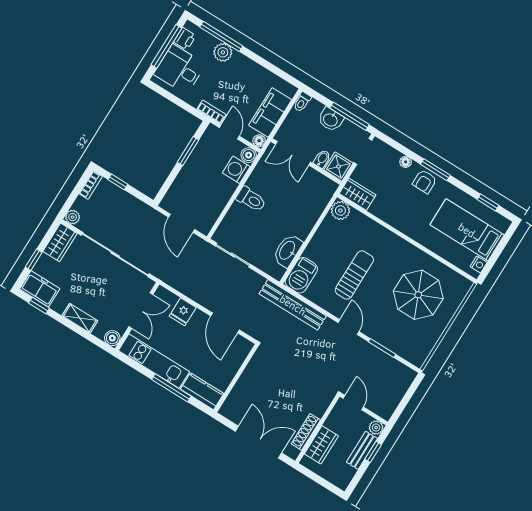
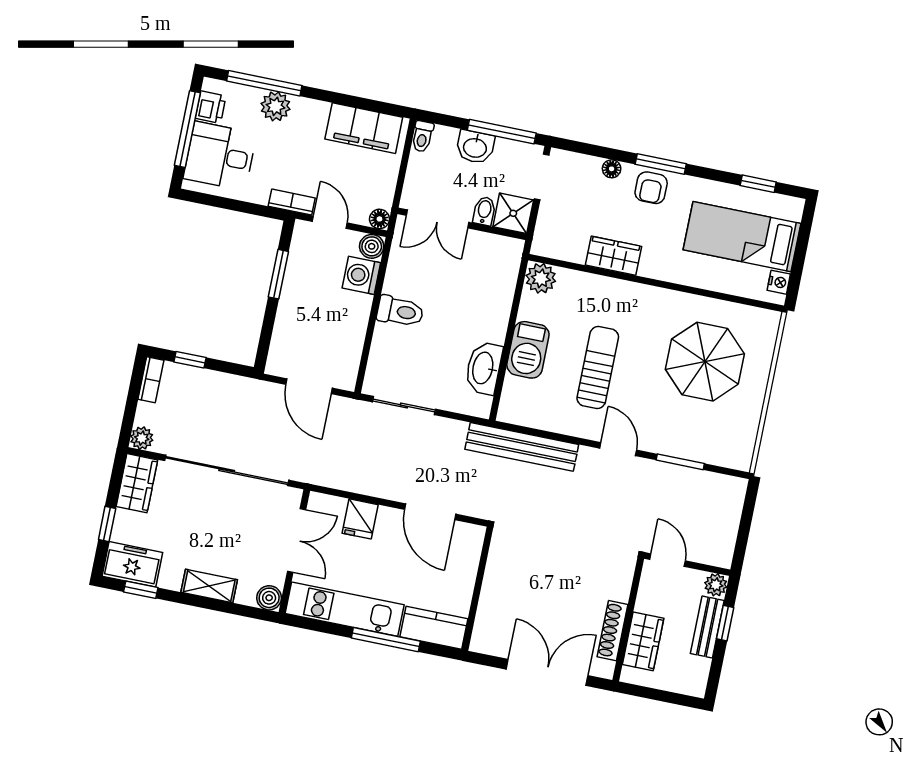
filing cabinet: (270, 112) -> (364, 128), moved, turned -90
wardrobe: (358, 194) -> (613, 256), moved
barbecue: (301, 275) -> (528, 350), moved

